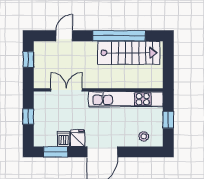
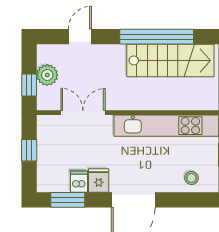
window: (28, 59) -> (29, 85), moved
plant: (41, 63) -> (47, 75), added

